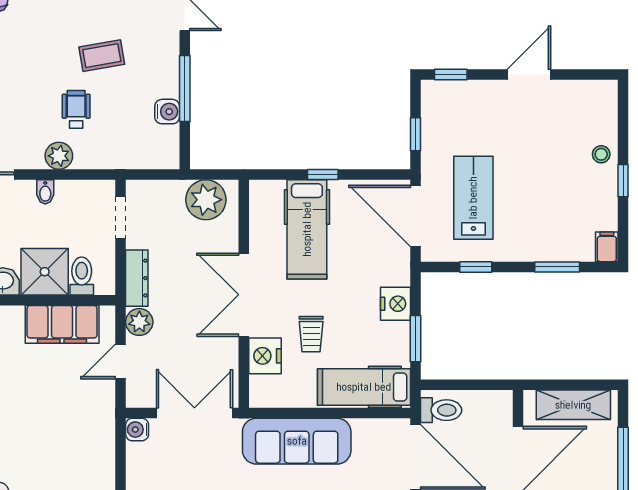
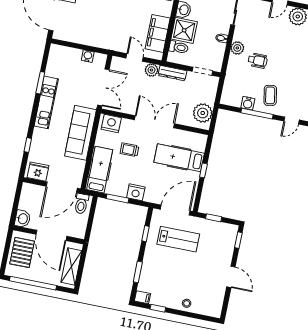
coffee table: (102, 56) -> (270, 95), moved
window: (623, 181) -> (158, 308), moved
nightstand: (265, 356) -> (111, 124), moved
water cooler: (137, 430) -> (88, 56), moved

